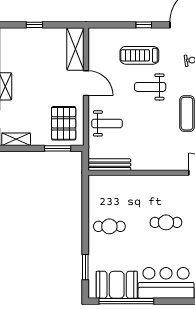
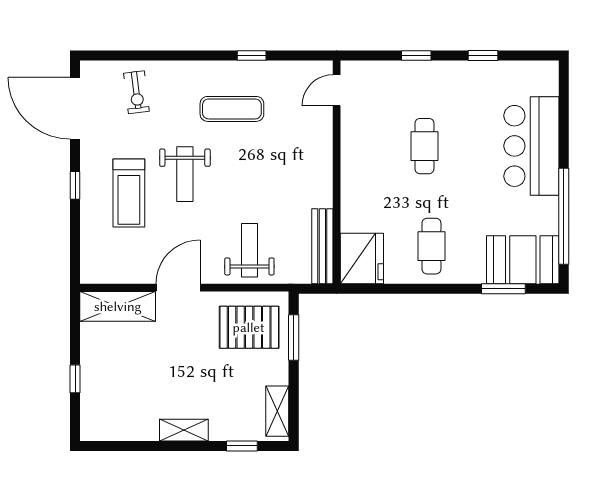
fridge: (102, 187) -> (362, 258), added
booth: (117, 285) -> (523, 260), moved, turned 90

